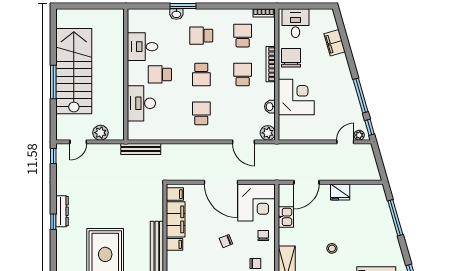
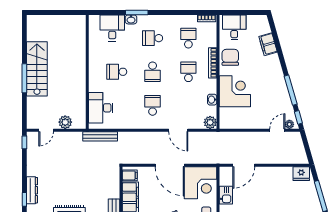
desk: (143, 47) -> (112, 28), moved, turned 90
stairs: (74, 71) -> (37, 69), width x0.73, depth x0.66
desk: (141, 103) -> (101, 108), moved
door: (243, 142) -> (178, 130), moved
fridge: (340, 192) -> (301, 174), moved

